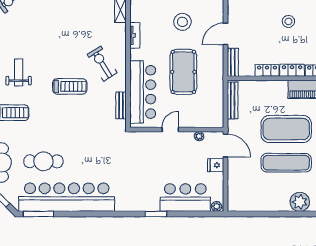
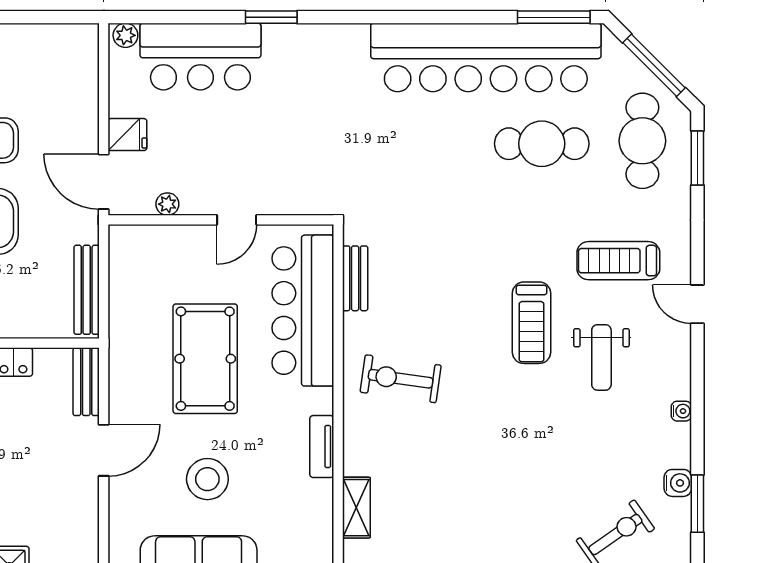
exercise bike: (102, 64) -> (401, 379), turned 130
treadmill: (70, 86) -> (531, 323), moved, turned -90

